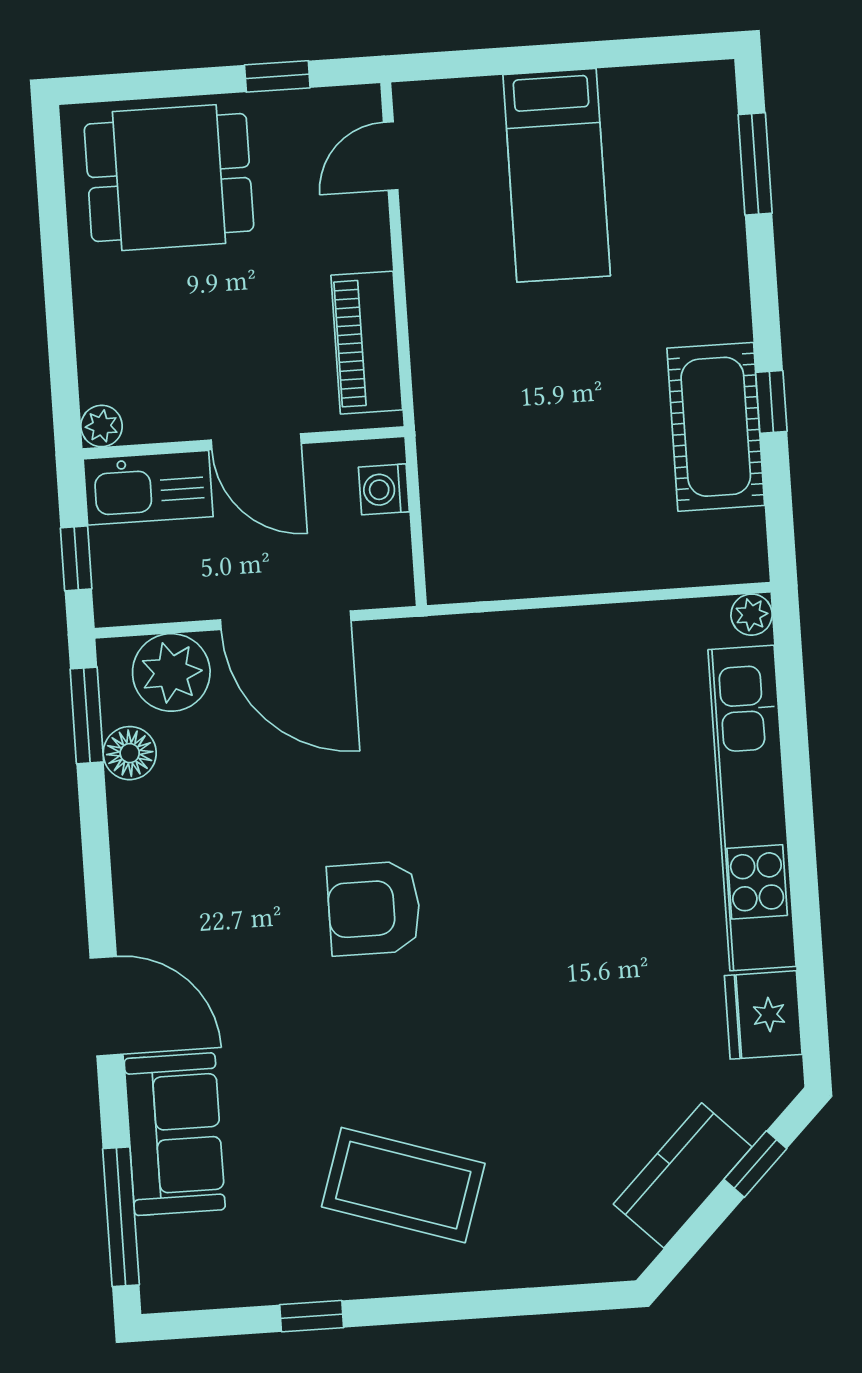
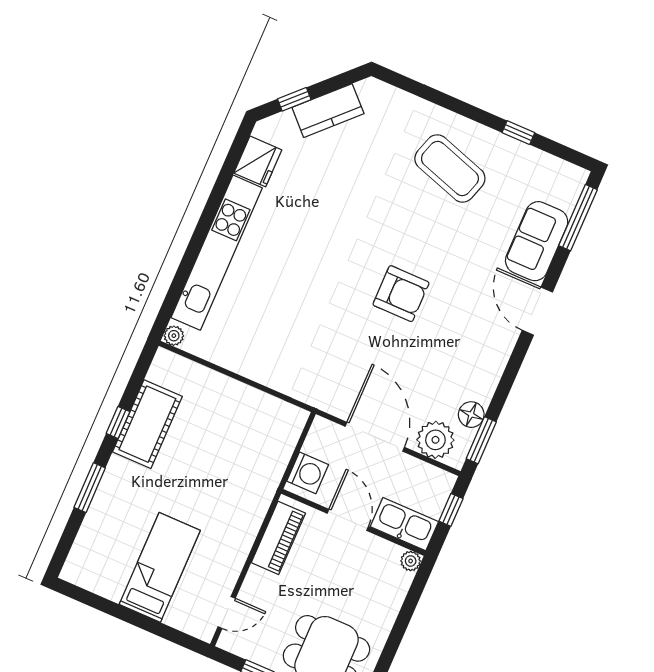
window: (755, 164) -> (90, 488), moved
washing machine: (384, 489) -> (308, 473), width x1.38, depth x1.38

